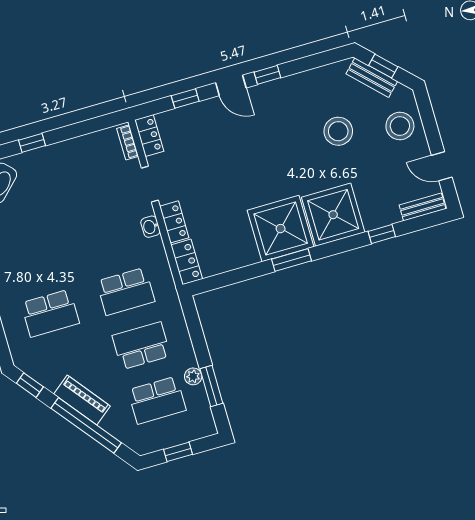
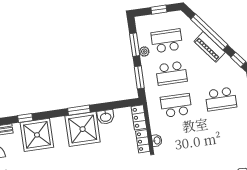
shower: (333, 215) -> (37, 135), moved
washbasin: (244, 255) -> (106, 117), added
school desk: (50, 313) -> (221, 99), turned 180
window: (195, 331) -> (139, 77), added

